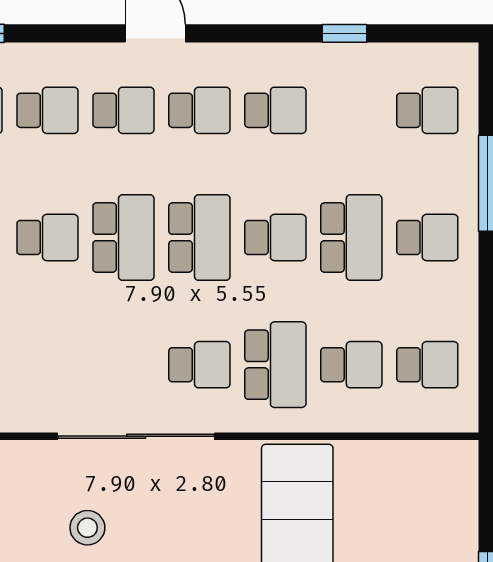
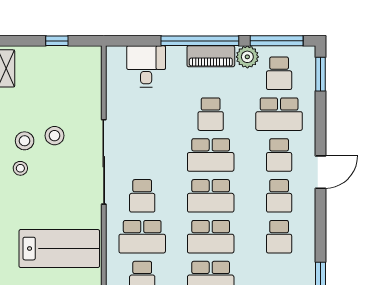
school desk: (48, 110) -> (279, 114), width x1.85
school desk: (275, 238) -> (211, 237), width x1.85

